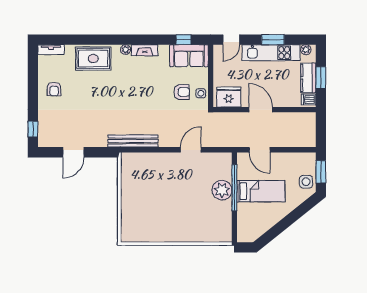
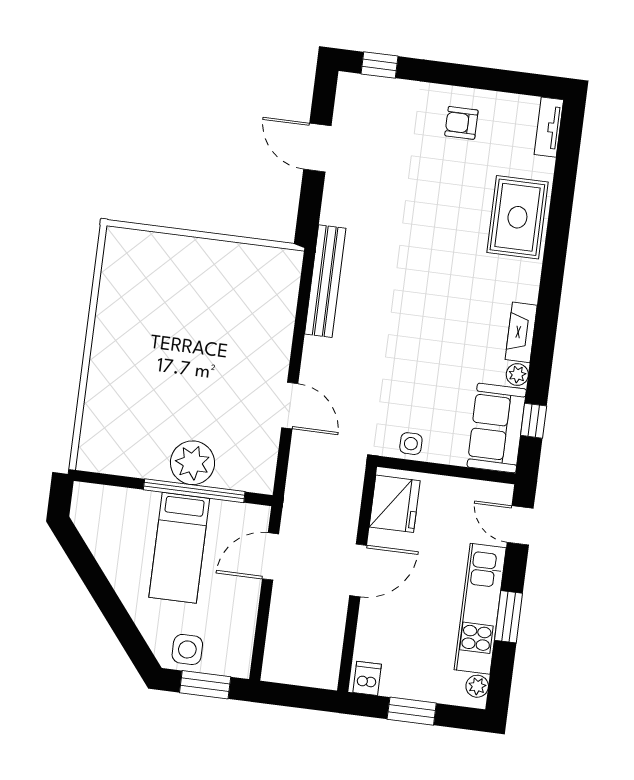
plant: (126, 50) -> (517, 375), moved
kitchen counter: (308, 78) -> (414, 684), removed
armchair: (182, 92) -> (419, 402), removed

